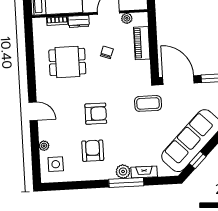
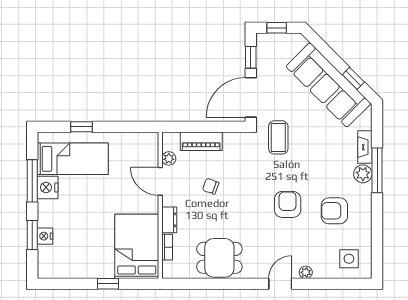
dining table: (67, 62) -> (219, 258), moved, turned 90
plant: (44, 146) -> (306, 272), moved

